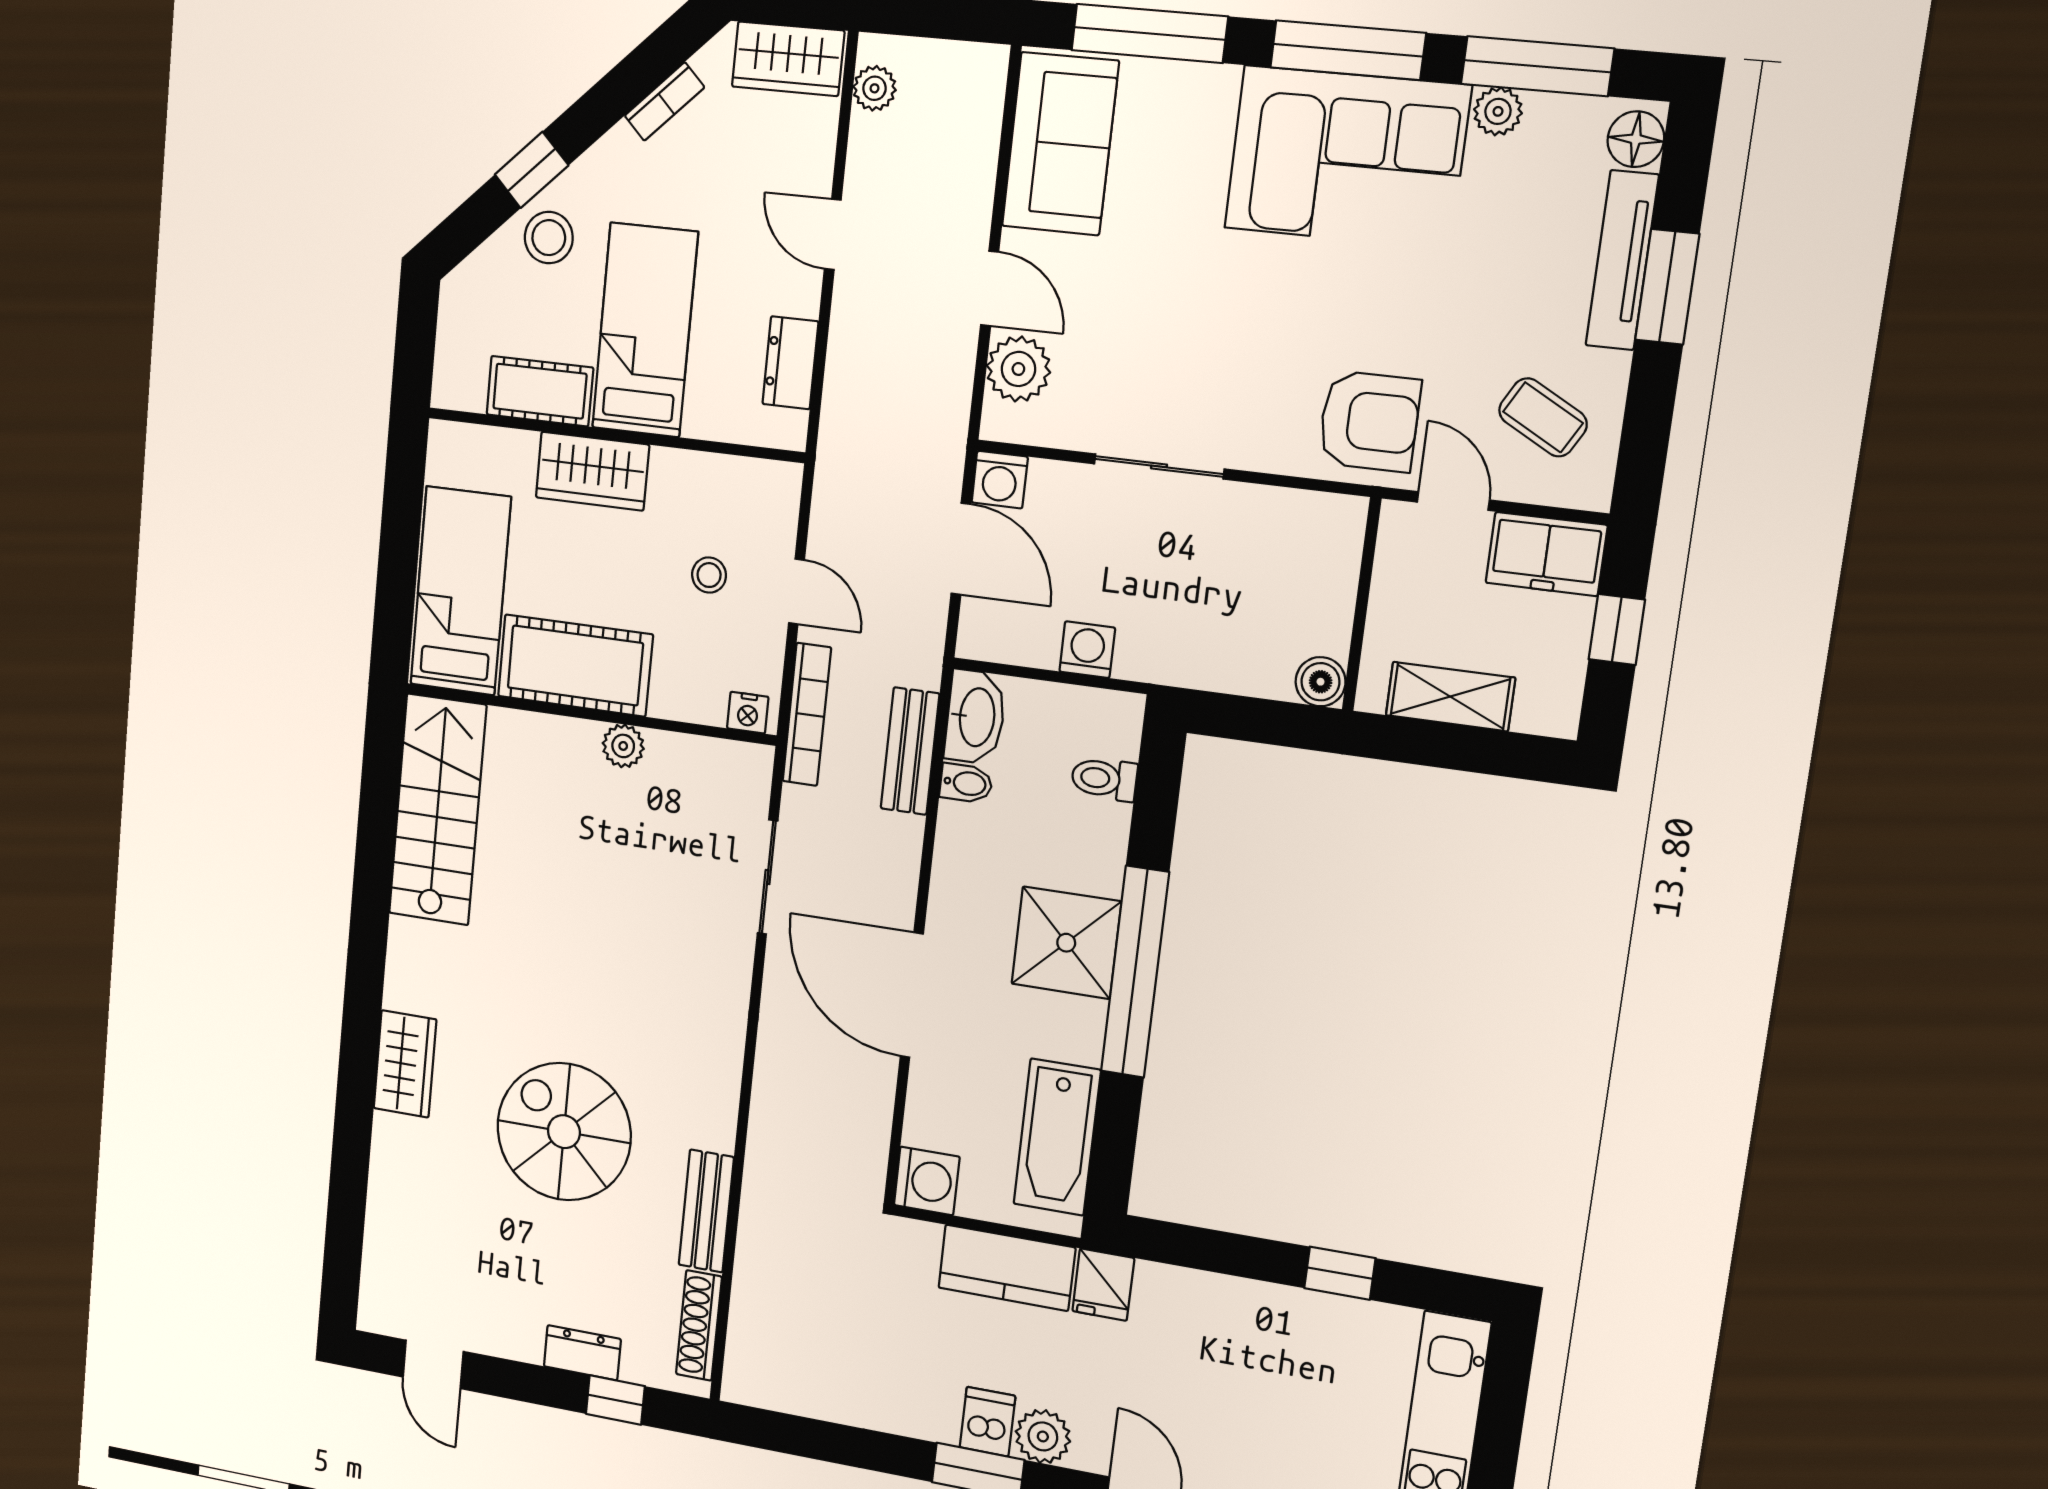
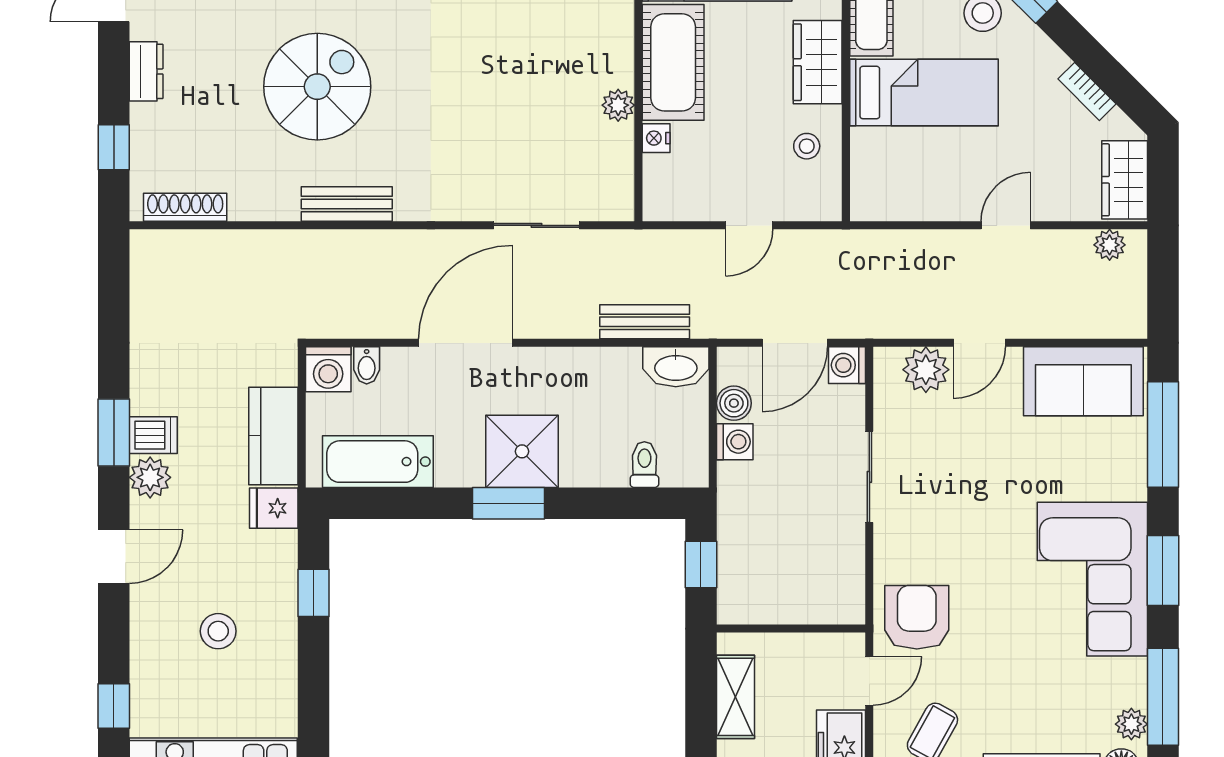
window: (1348, 50) -> (1163, 571), width x0.69
plant: (1498, 111) -> (1131, 724), moved
dresser: (790, 363) -> (912, 204), removed
armchair: (1369, 421) -> (917, 617), turned 180
stool: (709, 575) -> (807, 146), moved
boiler: (1321, 682) -> (734, 403), moved
nightstand: (748, 713) -> (656, 138), moved
bookcase: (807, 714) -> (661, 242), removed
window: (1254, 720) -> (701, 565), added
bidet: (966, 783) -> (367, 365), moved
window: (1135, 972) -> (508, 503), width x0.47
bench: (706, 1211) -> (347, 204), moved
window: (1340, 1273) -> (313, 593), moved
dresser: (582, 1353) -> (146, 71), moved
stool: (1261, 1388) -> (218, 631), added

